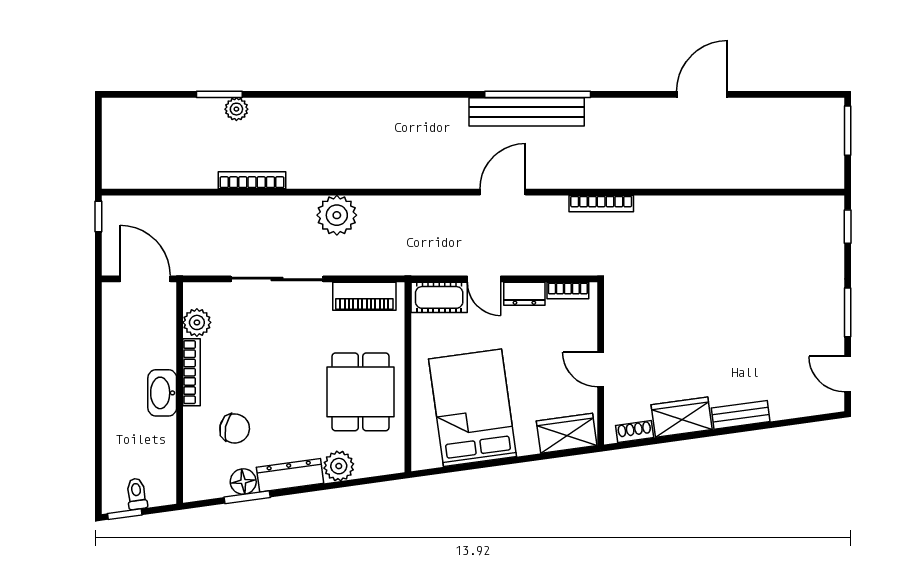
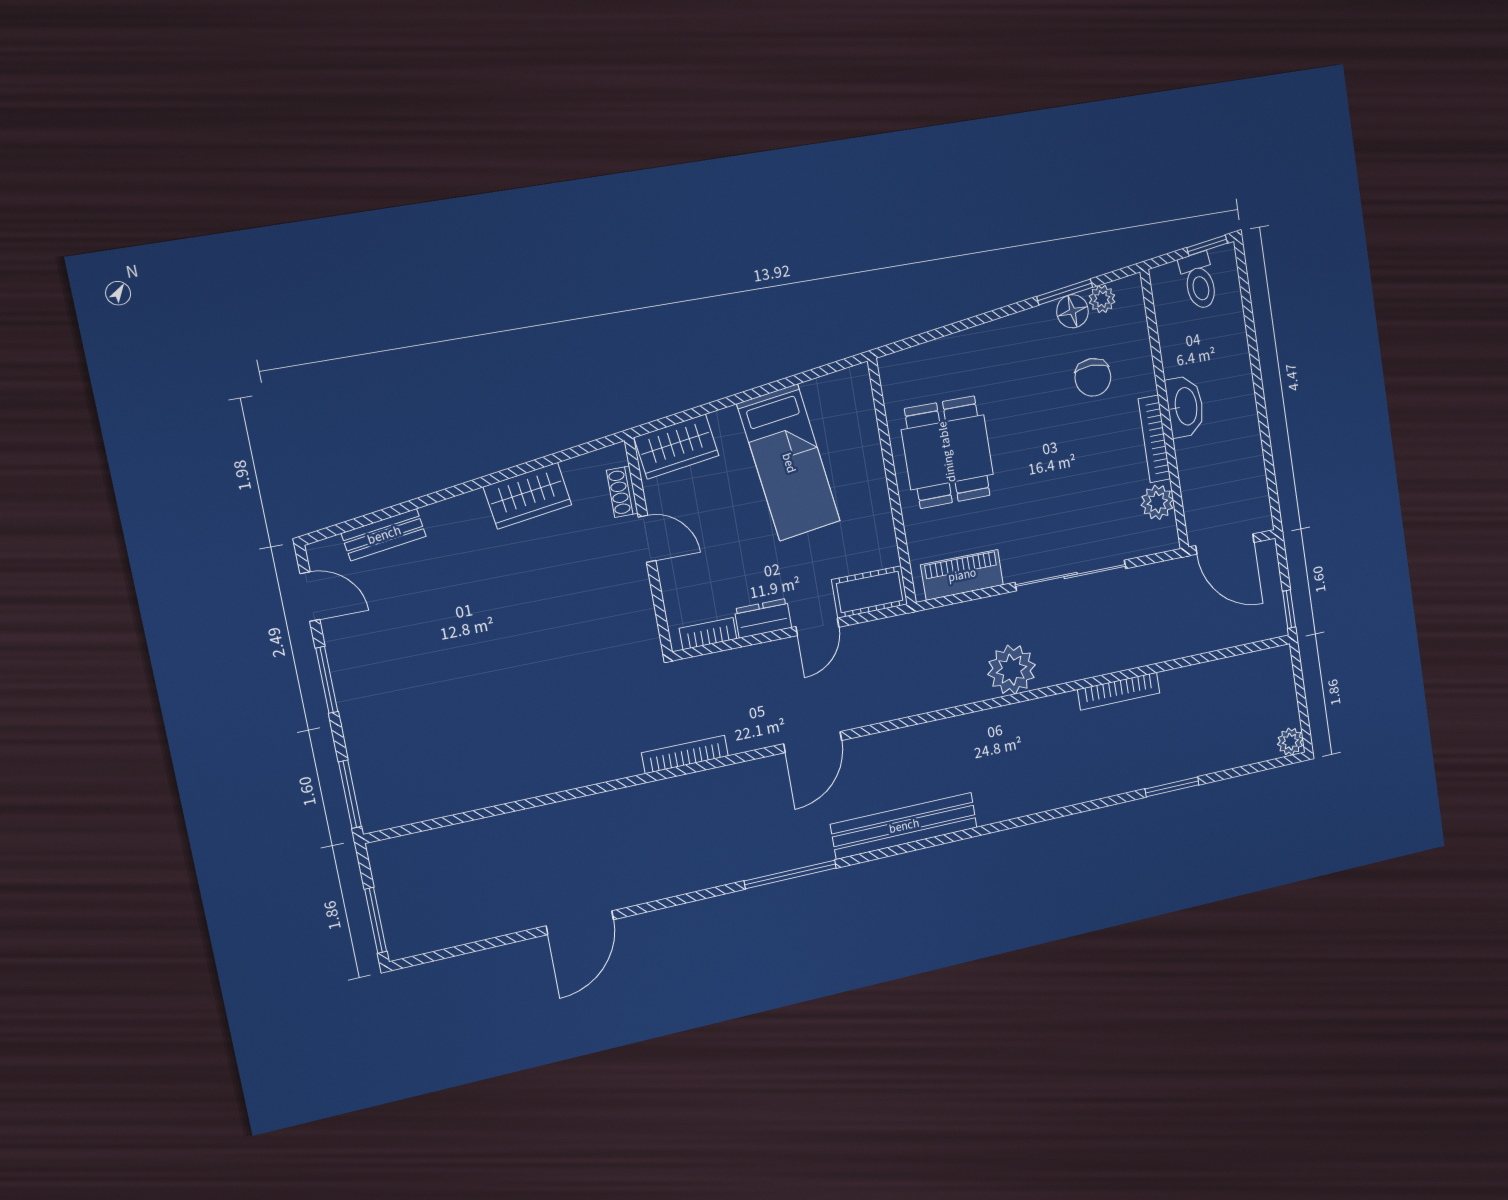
window: (538, 94) -> (790, 874), width x0.68
plant: (236, 109) -> (1290, 742), moved
bench: (527, 112) -> (904, 826), moved
window: (848, 227) -> (350, 794), width x1.50
door: (484, 279) -> (817, 627), swing flipped
bed: (473, 408) -> (789, 463), width x0.67
bench: (741, 415) -> (384, 535), moved
chair: (235, 428) -> (1093, 377), turned -102
shoe rack: (635, 431) -> (622, 492), moved, turned 98
plant: (339, 466) -> (1102, 299), moved, width x0.73, depth x0.73
dresser: (290, 475) -> (1017, 329), removed
toilet: (137, 494) -> (1199, 281), width x1.37, depth x1.39

